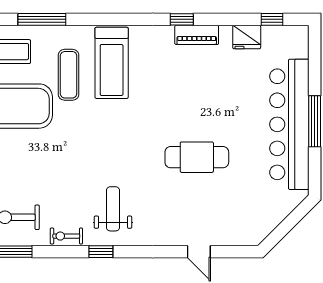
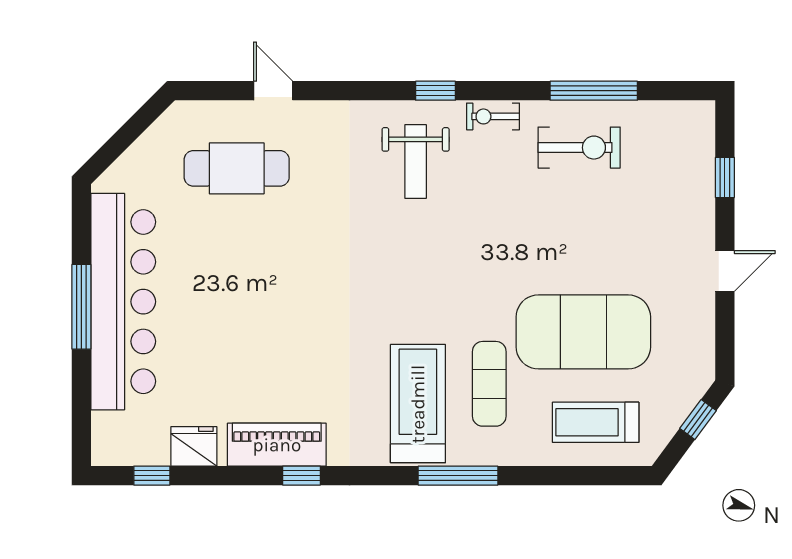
window: (42, 19) -> (458, 476), moved
piano: (197, 35) -> (277, 445), width x1.37, depth x1.33
cafe table: (197, 157) -> (237, 168), moved
exercise bike: (66, 236) -> (493, 116), turned 180

